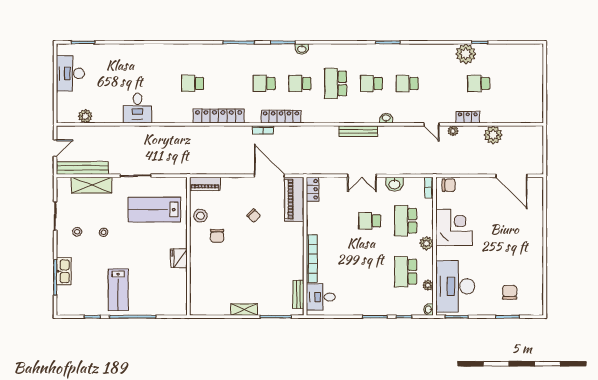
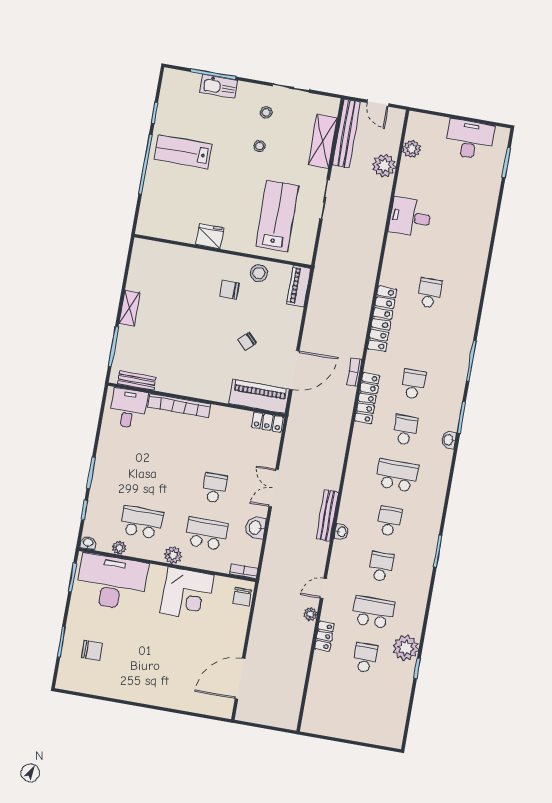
school desk: (443, 83) -> (373, 612), added
bench: (358, 131) -> (327, 515), moved
plant: (493, 135) -> (384, 166), moved

